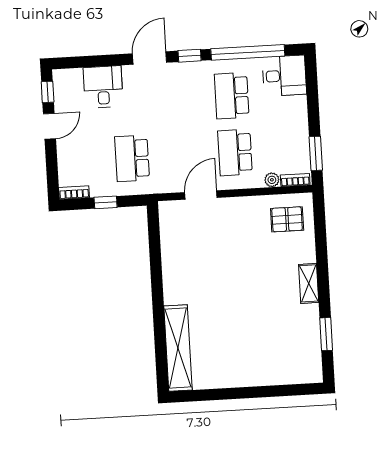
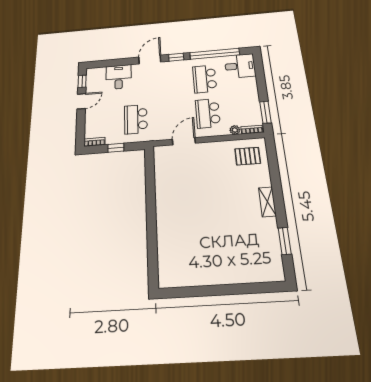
shelving: (178, 348) -> (166, 253), removed

